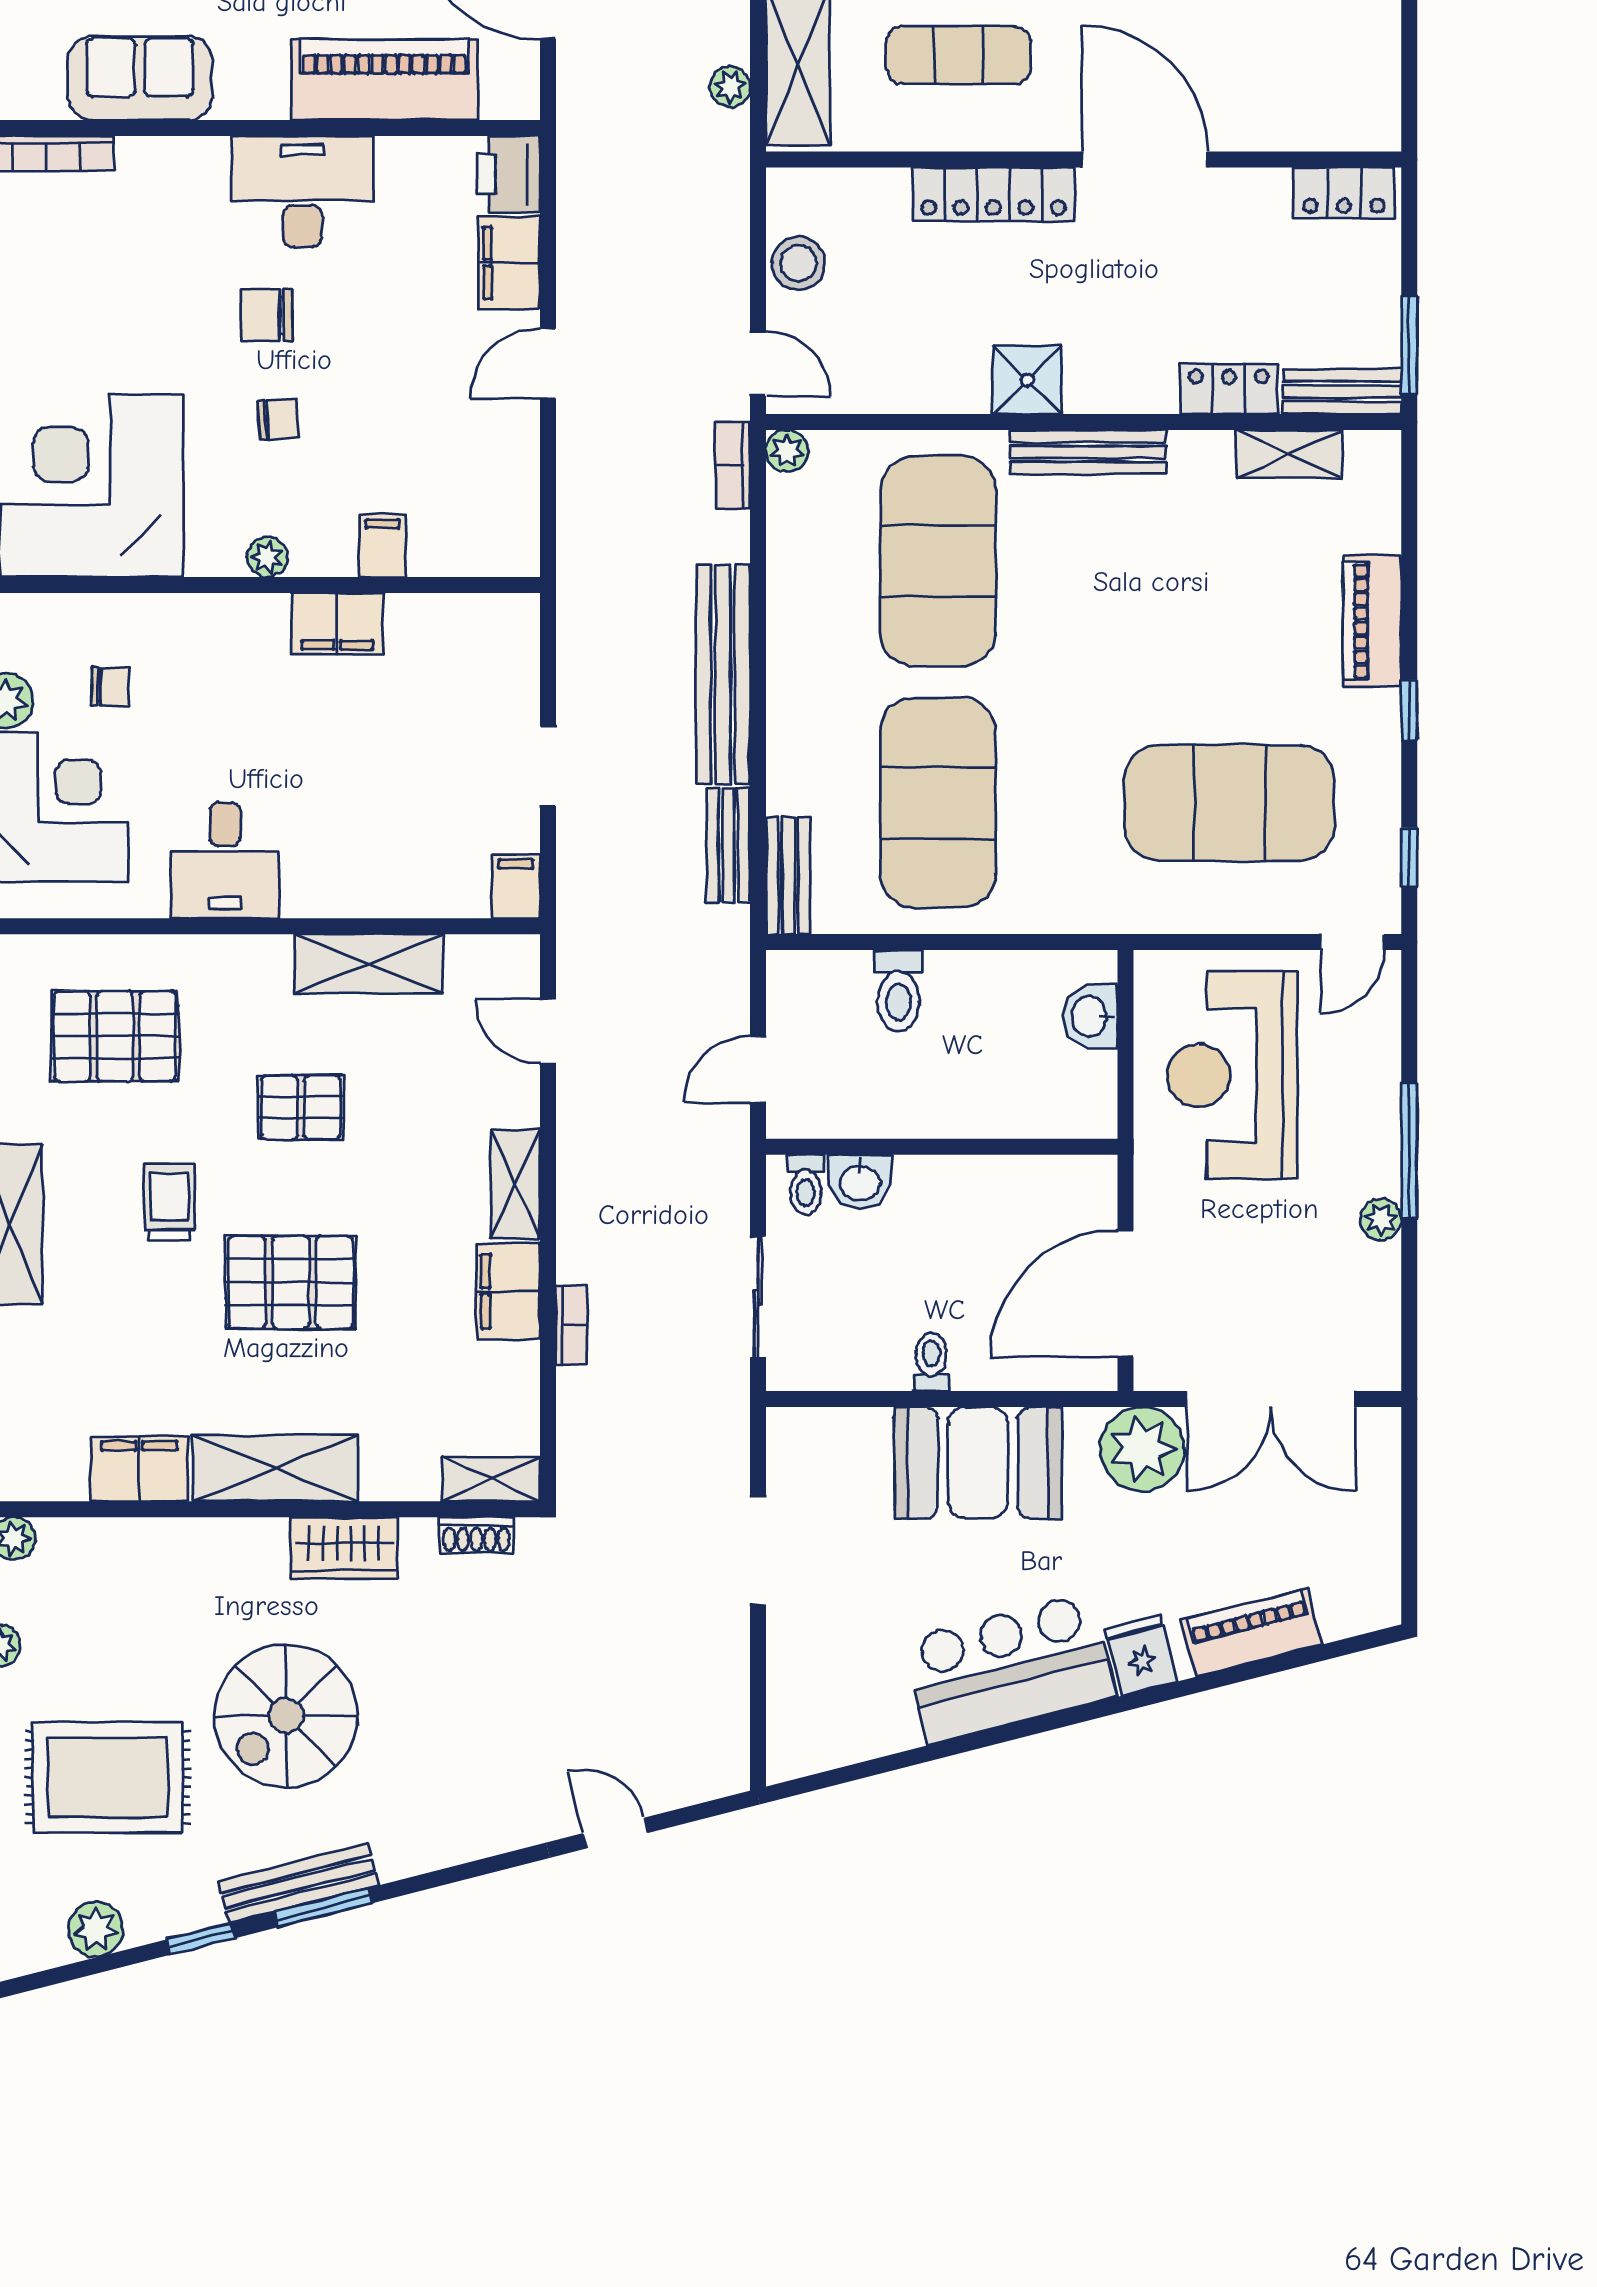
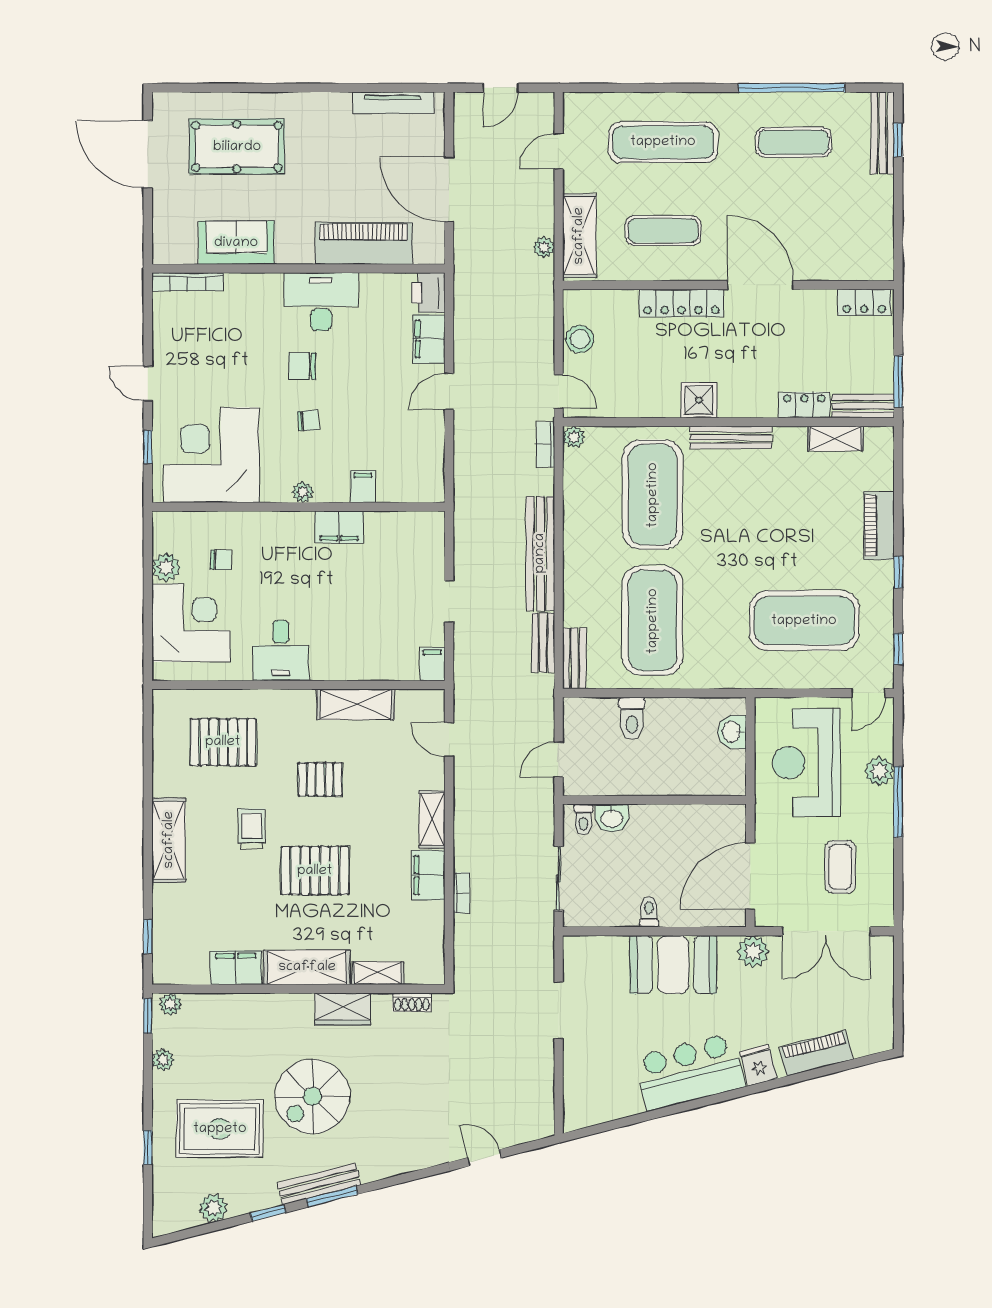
plant: (1381, 1219) -> (879, 771), moved, width x1.38, depth x1.38
coffee table: (1298, 1275) -> (840, 867), added
plant: (1142, 1449) -> (753, 952), width x0.73, depth x0.73
shelving: (491, 1479) -> (378, 973), moved

